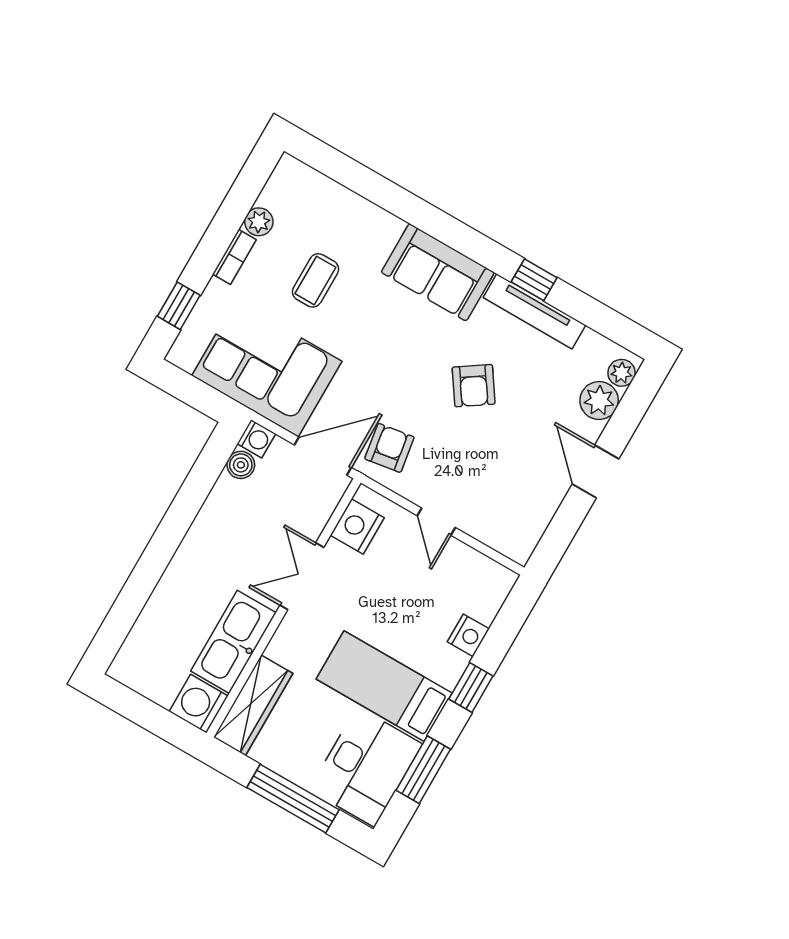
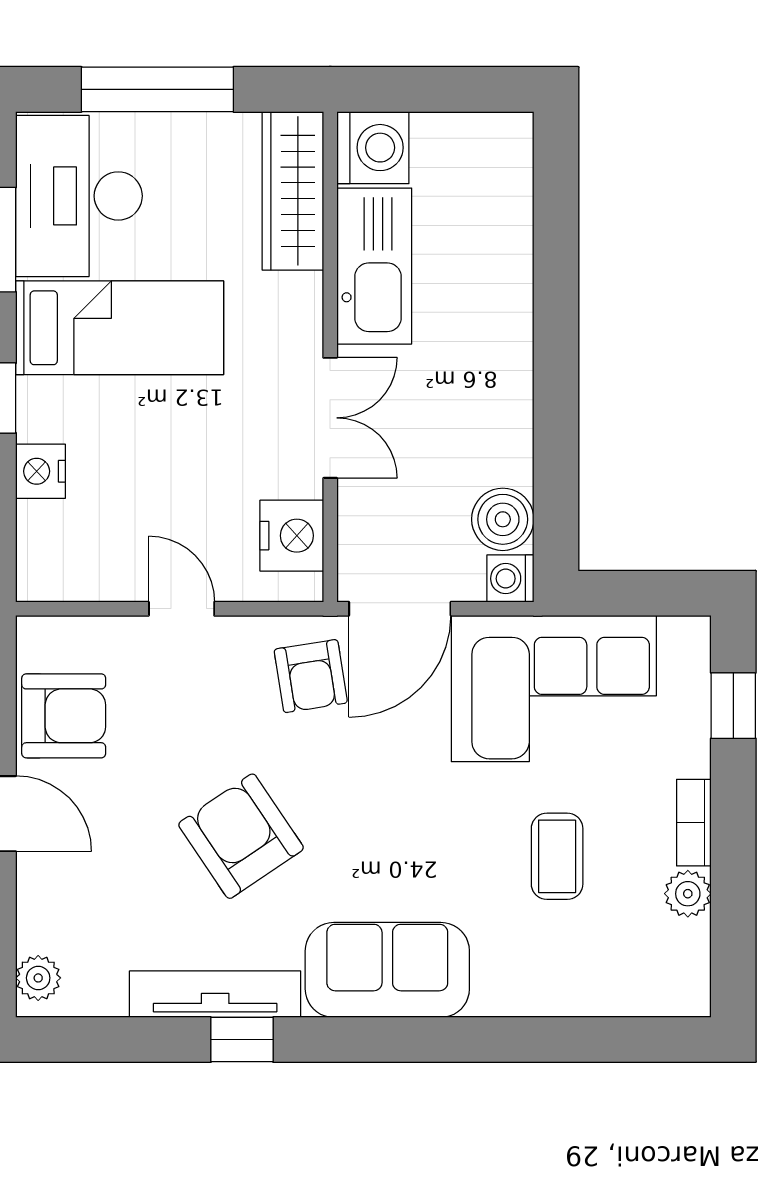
armchair: (474, 386) -> (241, 836), width x1.38, depth x1.38
plant: (599, 401) -> (47, 919), removed
boiler: (241, 465) -> (503, 519), width x1.36, depth x1.36
armchair: (530, 501) -> (64, 716), added

